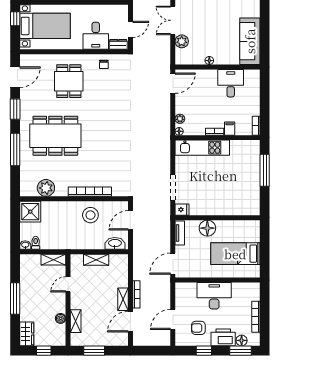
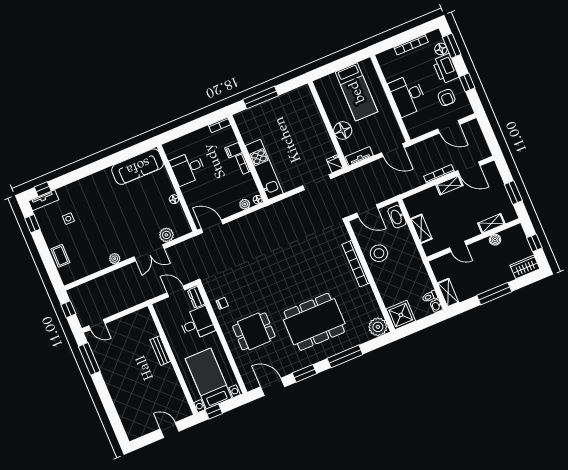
dining table: (55, 136) -> (314, 322), turned 90
plant: (46, 188) -> (378, 327), moved
shelving: (53, 260) -> (448, 293), moved

